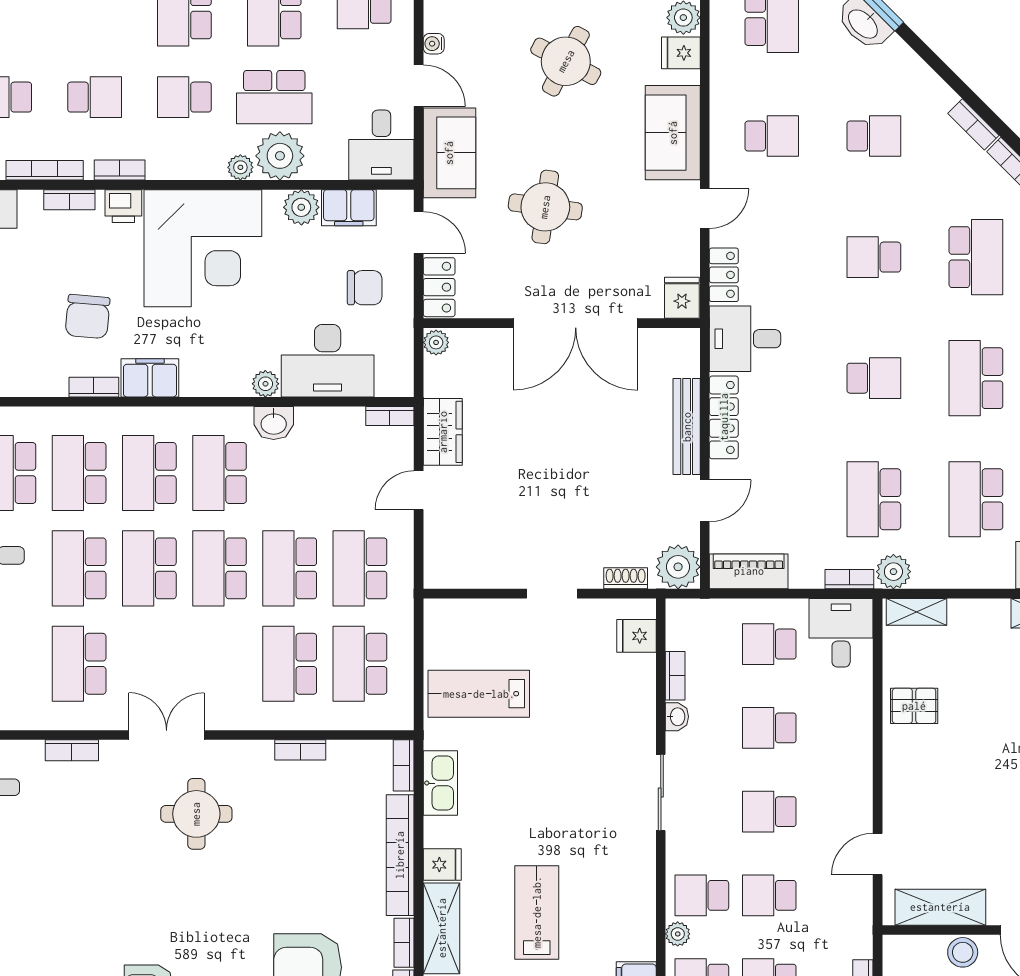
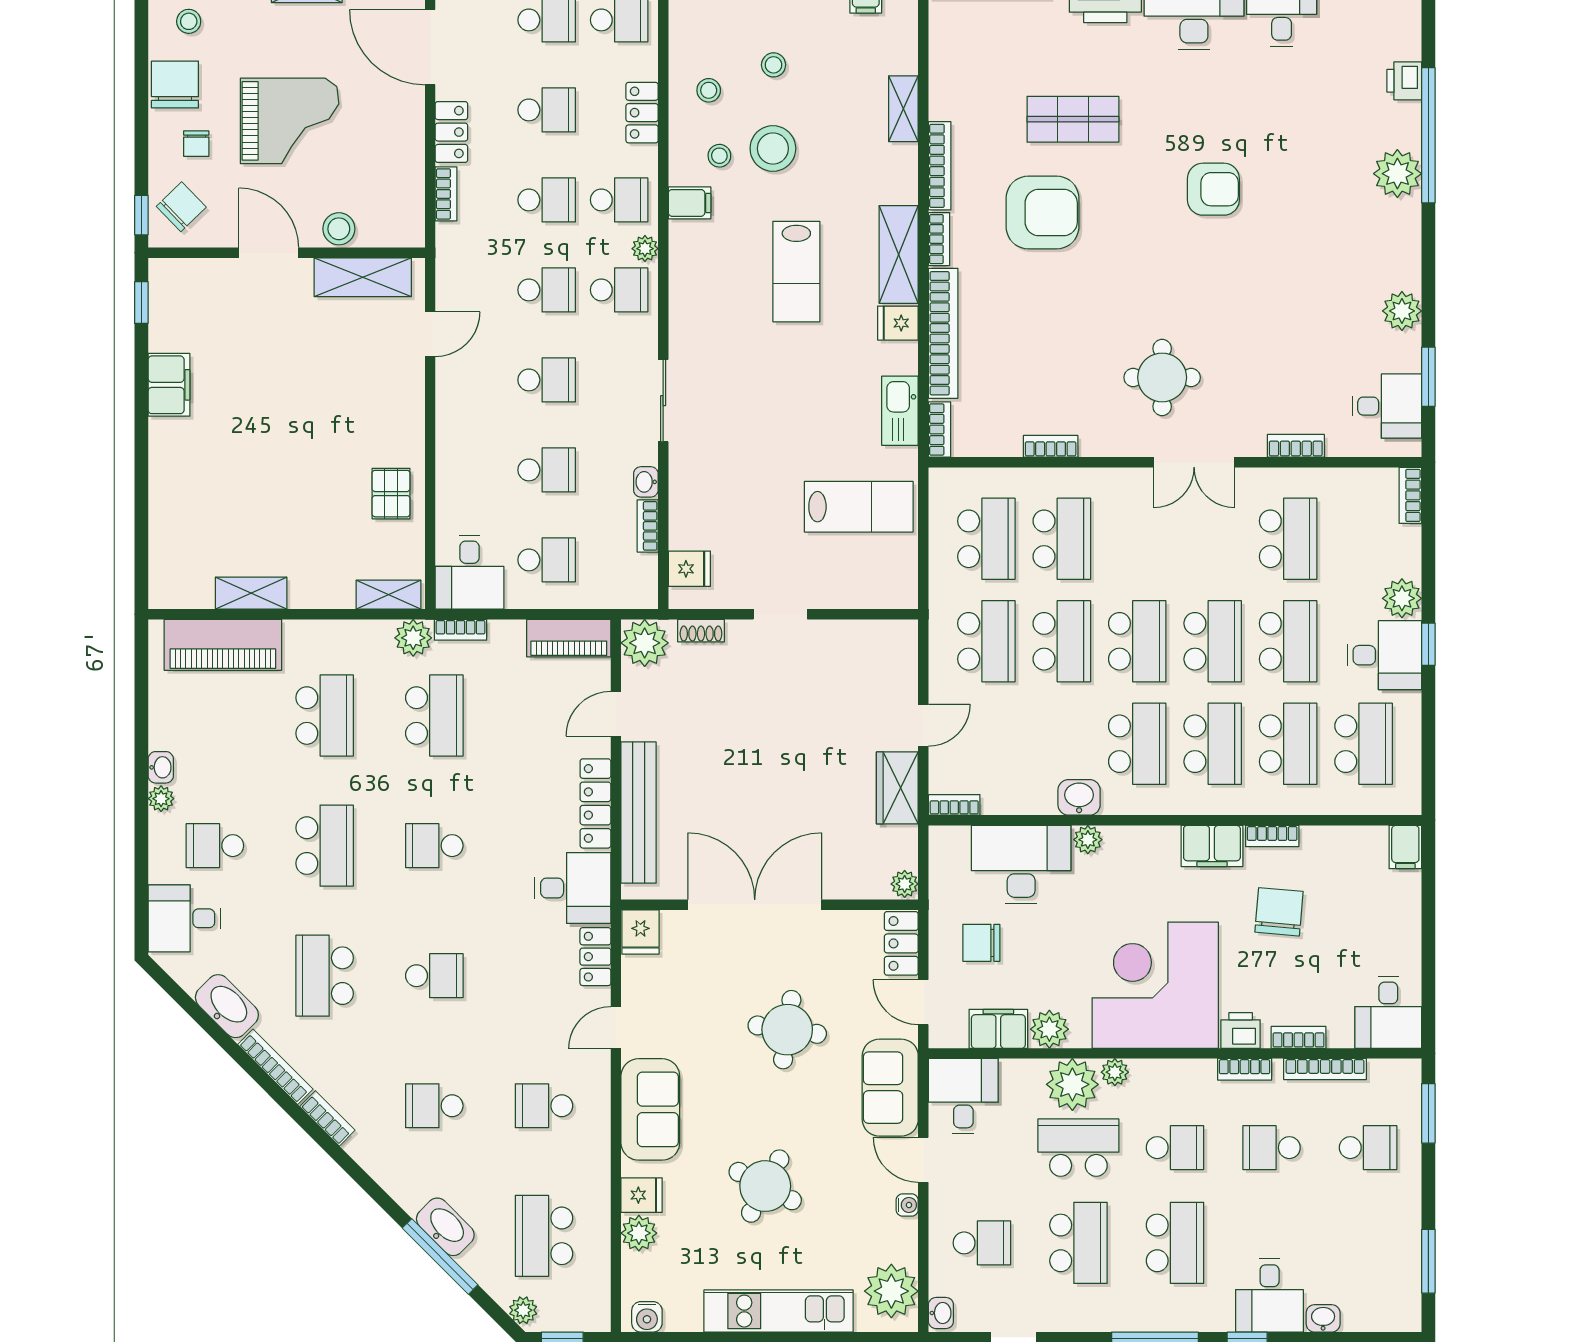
bench: (687, 427) -> (639, 813), width x1.37, depth x1.21
pallet: (914, 706) -> (391, 494), turned 90

